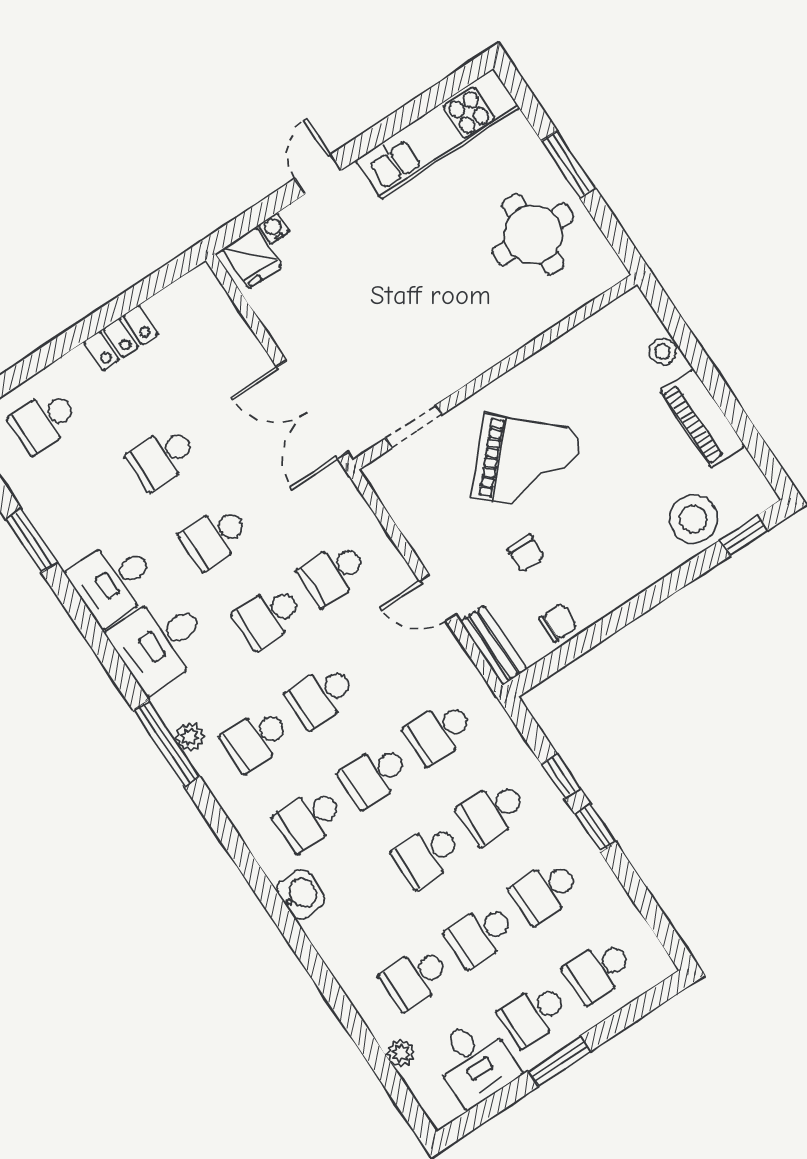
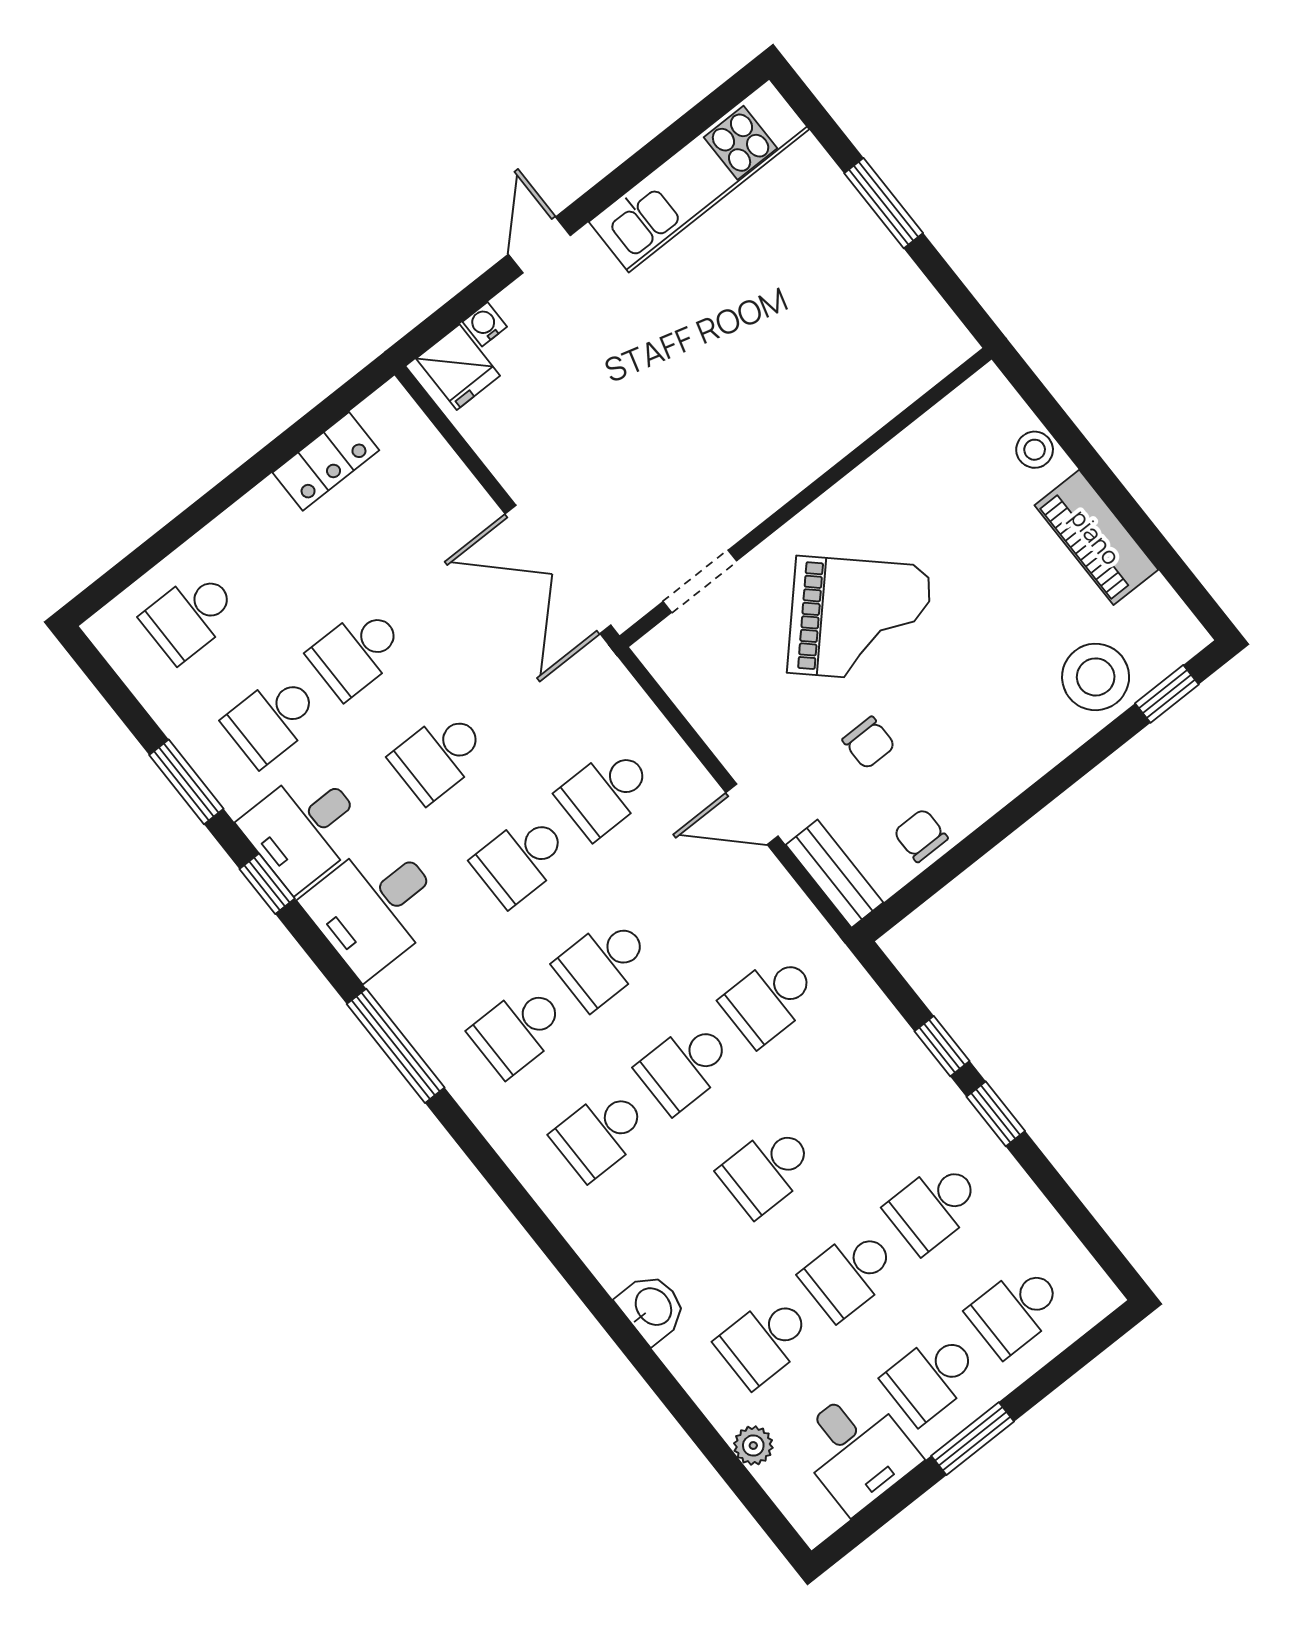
round table: (533, 234) -> (843, 303), removed
locker: (121, 338) -> (326, 461), moved
window: (84, 619) -> (267, 884), added
chair: (558, 623) -> (921, 835), turned -90
plant: (190, 737) -> (427, 1034), removed
school desk: (492, 812) -> (272, 719), moved
washbasin: (301, 894) -> (652, 1308), moved

